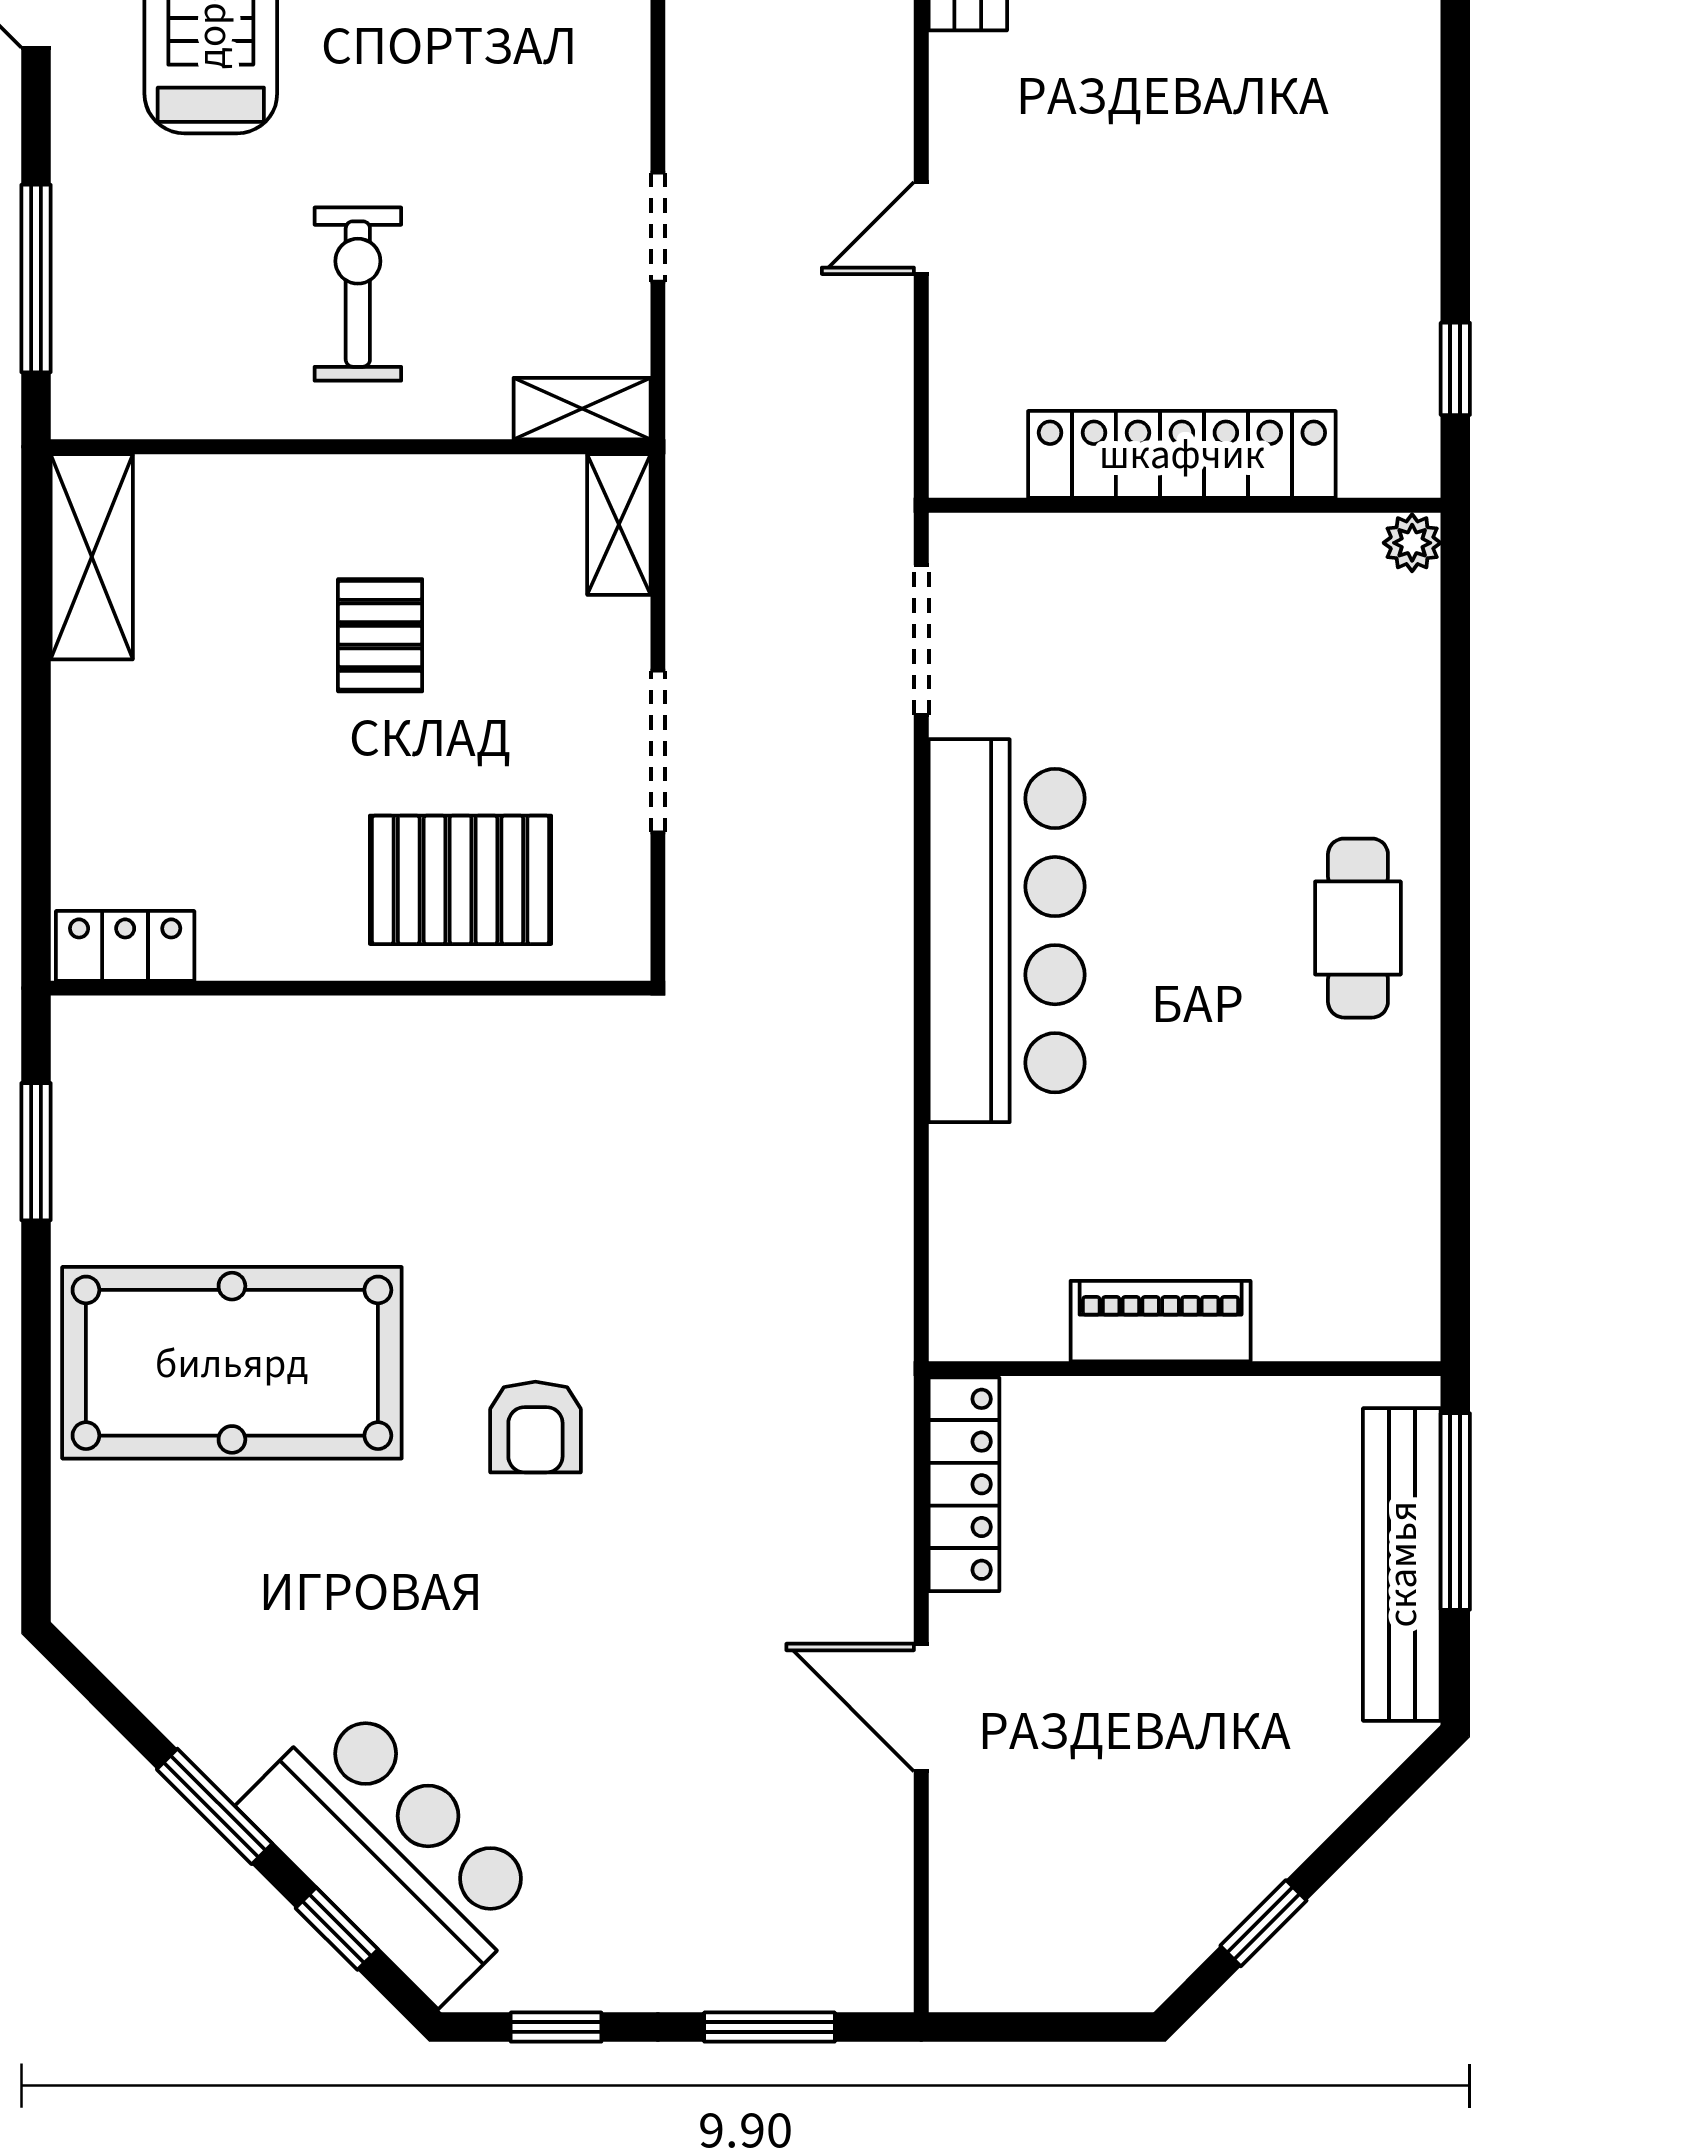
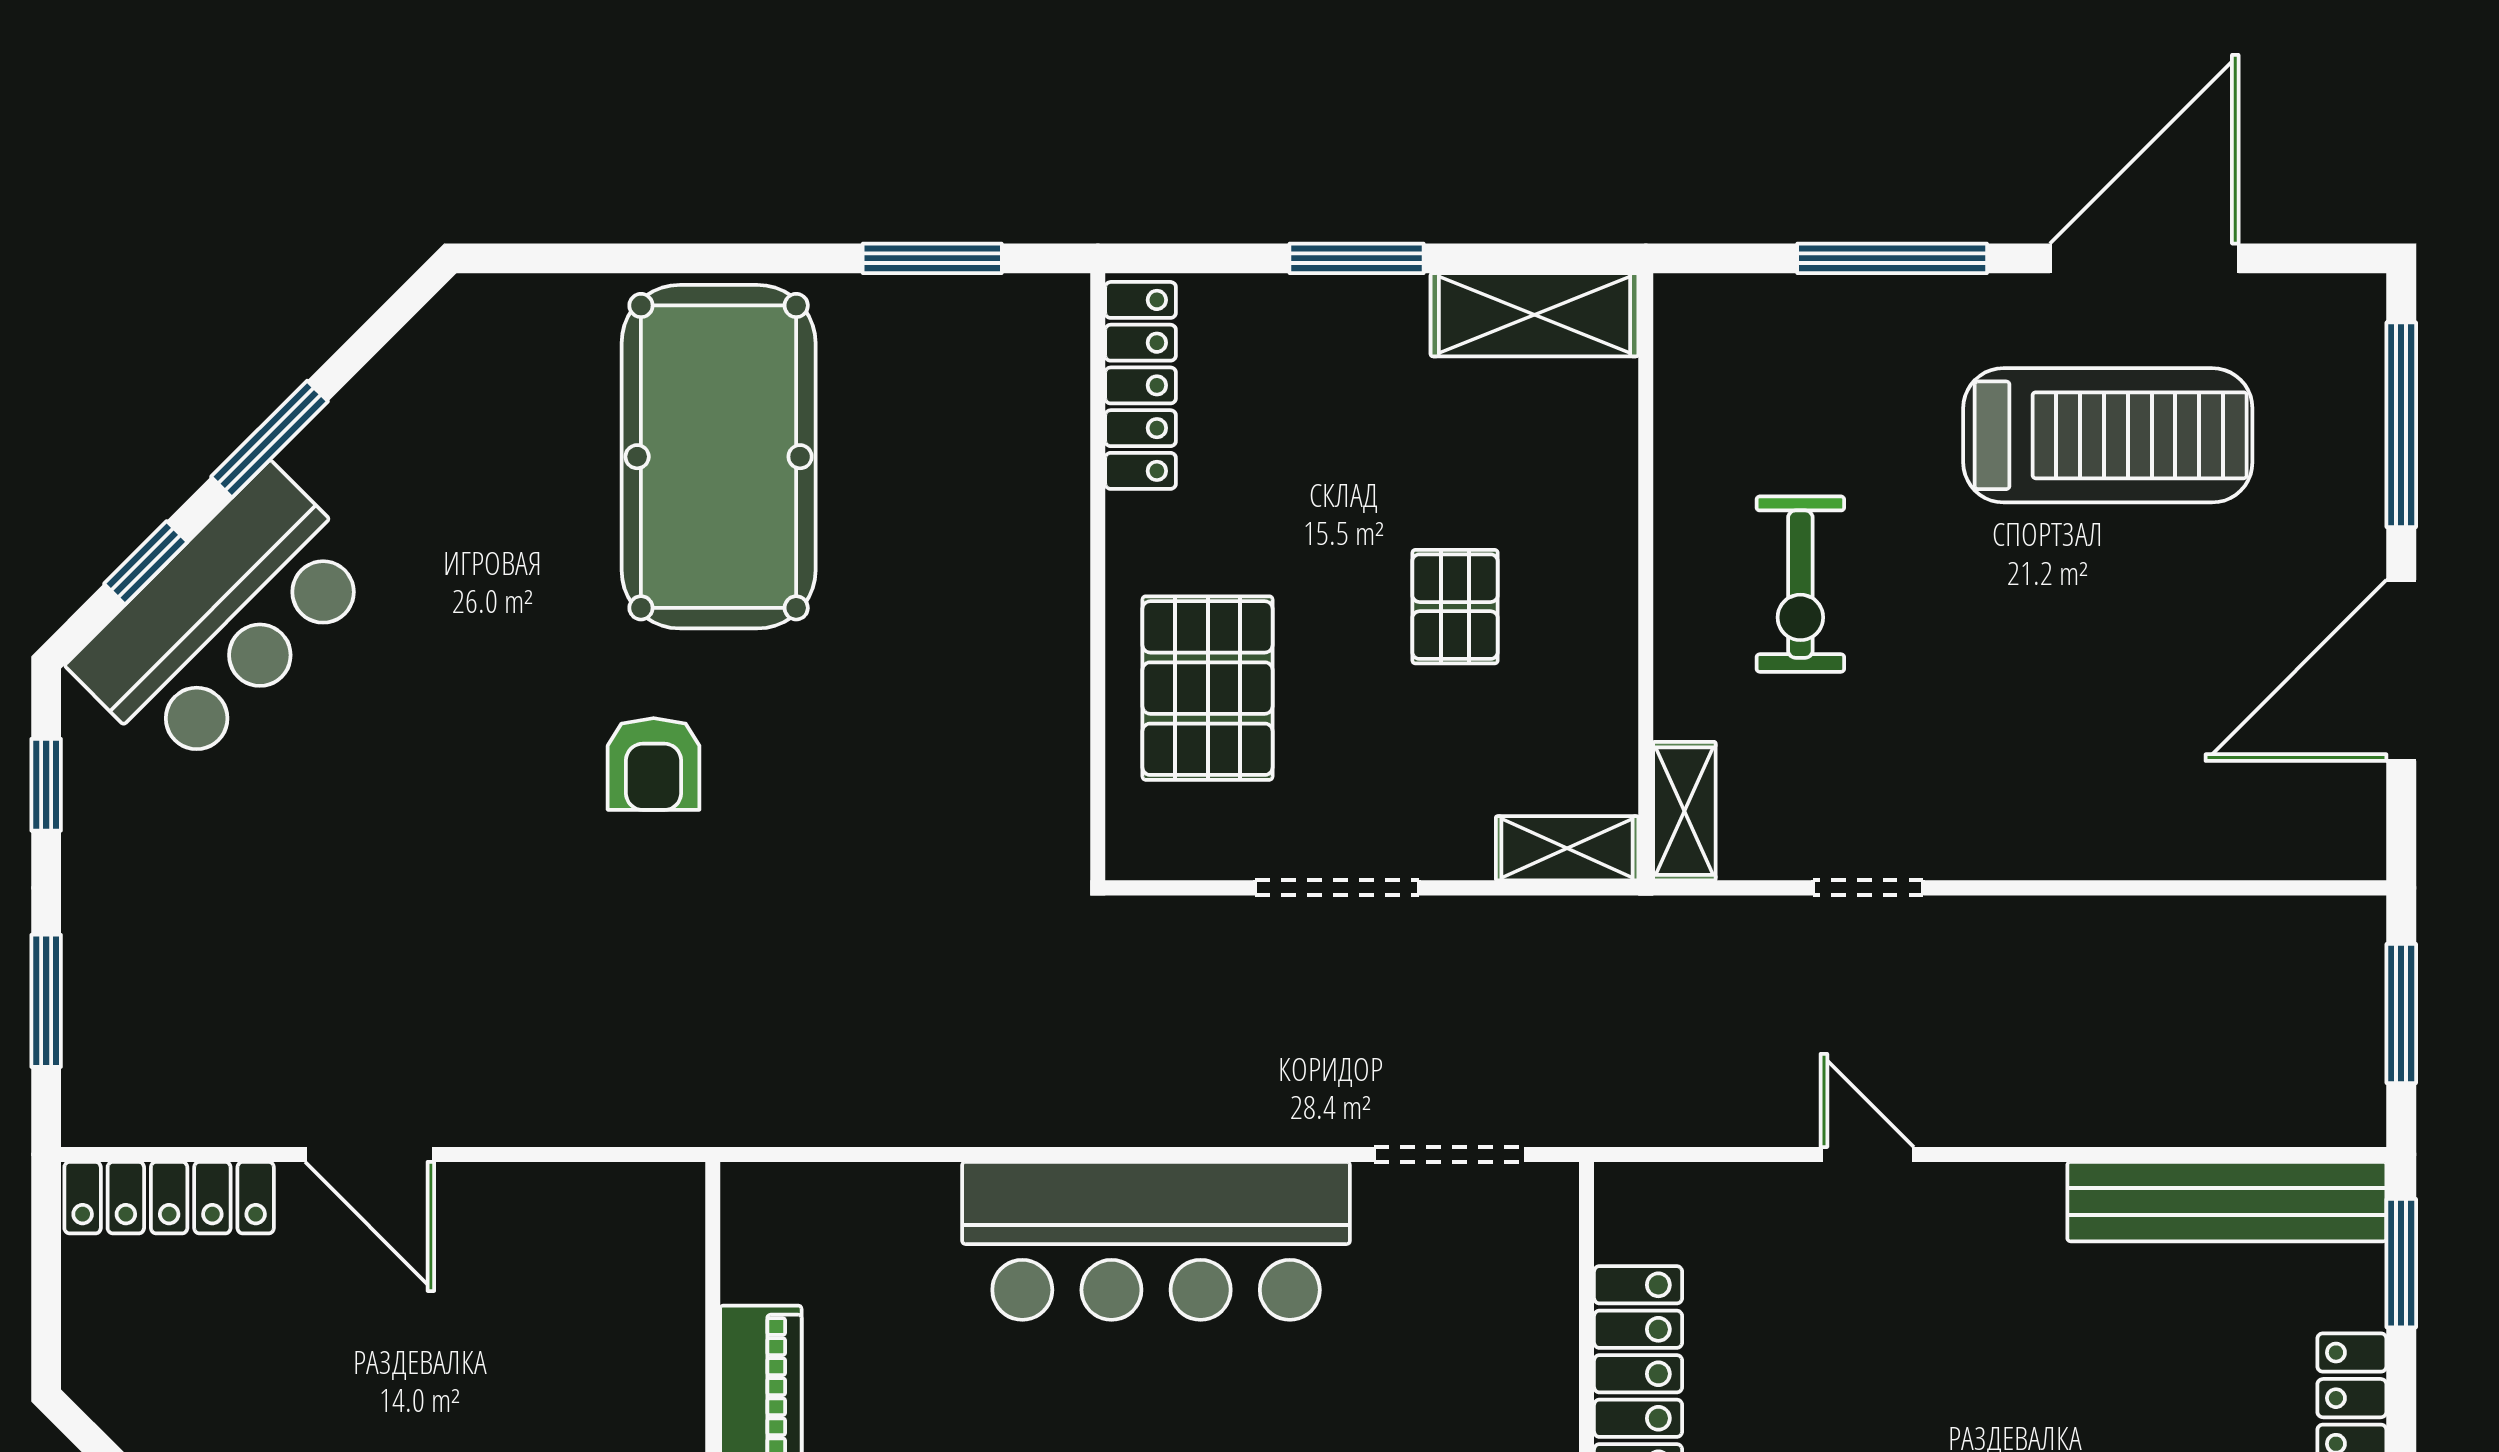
window: (36, 279) -> (1892, 258), moved
exercise bike: (358, 294) -> (1800, 584), turned 90
pallet: (380, 635) -> (1455, 607), turned 90
window: (36, 733) -> (1357, 258), added
locker: (125, 946) -> (1141, 385), width x1.53
armchair: (535, 1427) -> (654, 764), turned -90
locker: (964, 1484) -> (169, 1198), moved
door: (921, 1707) -> (370, 1154), swing flipped

